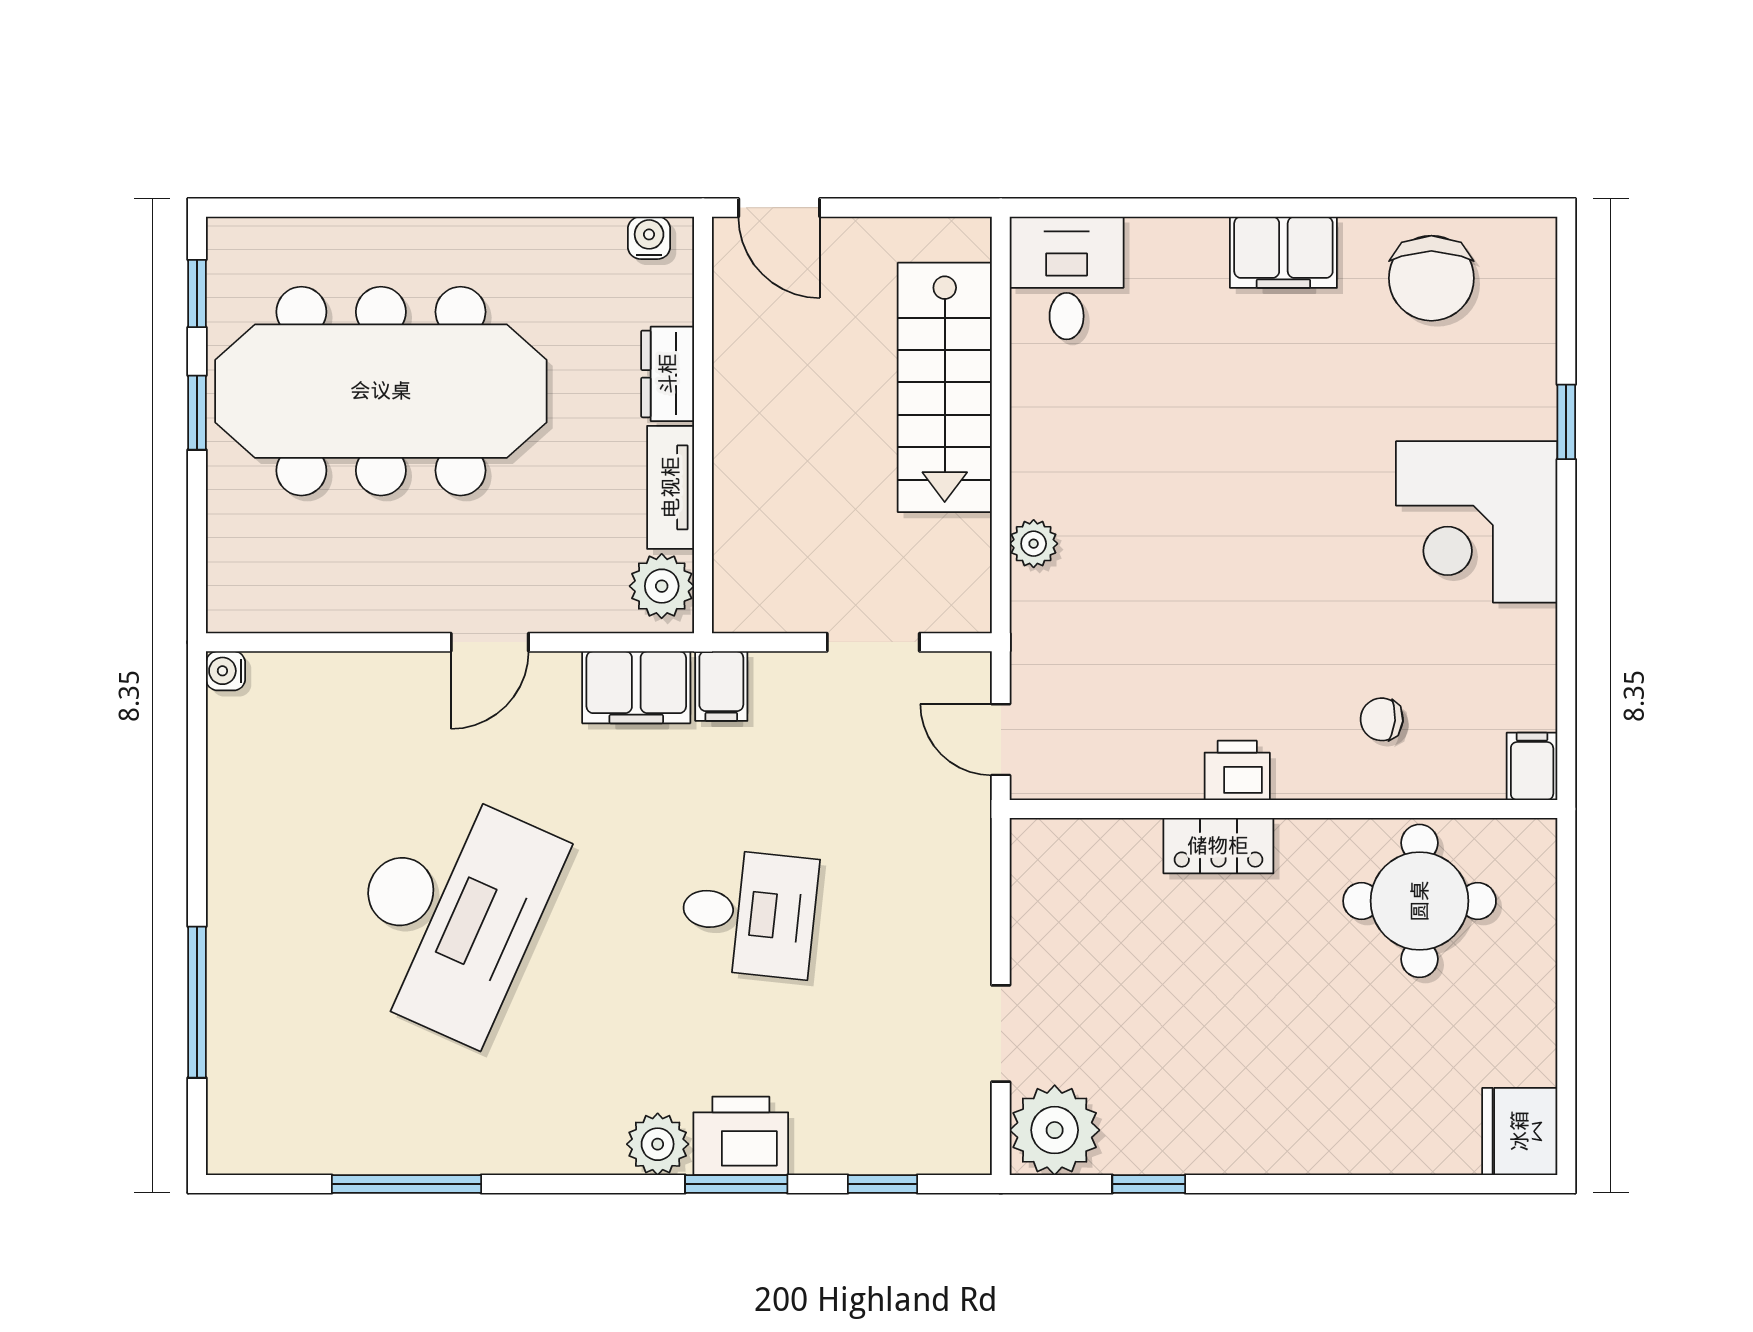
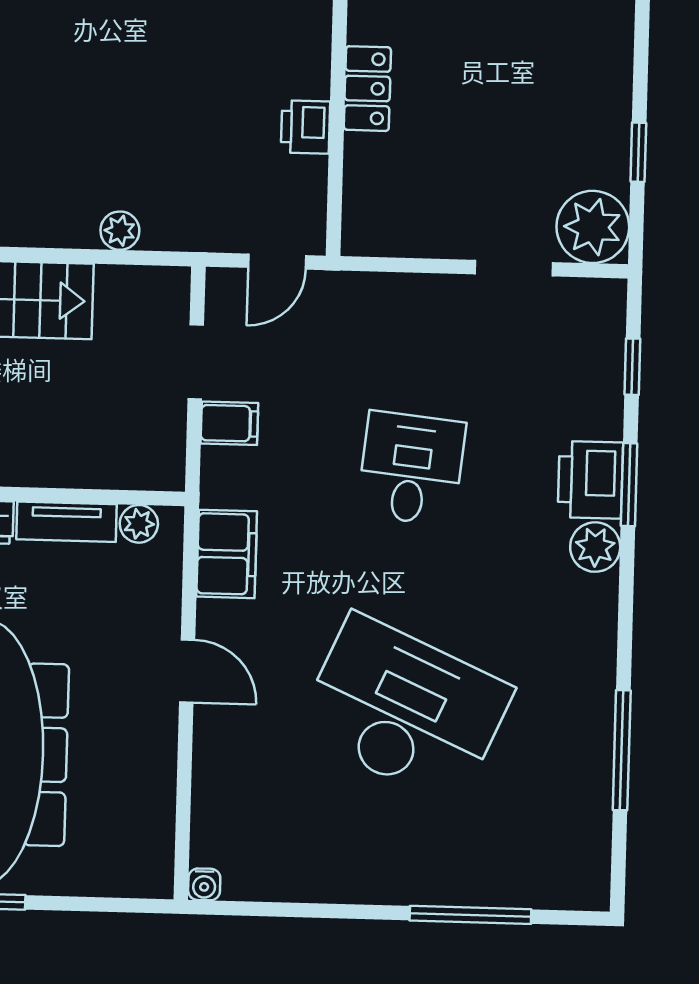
plant: (662, 586) -> (139, 524), width x0.73, depth x0.73
filing cabinet: (721, 686) -> (229, 423), moved
printer: (1237, 770) -> (306, 127), moved

